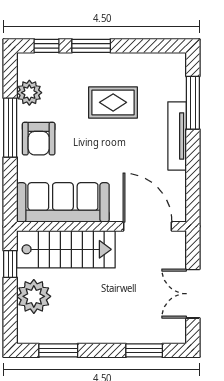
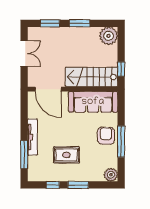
window: (47, 46) -> (53, 185), moved
plant: (29, 93) -> (111, 175), moved
plant: (34, 296) -> (109, 36), moved
window: (58, 350) -> (80, 23), moved

